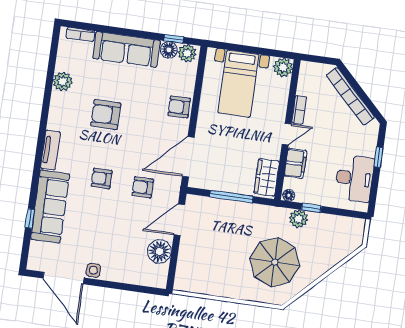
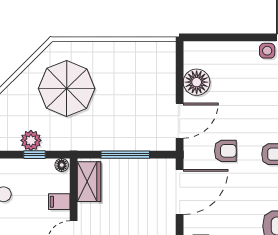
filing cabinet: (295, 163) -> (59, 202), width x0.50
plant: (298, 219) -> (31, 140), moved

